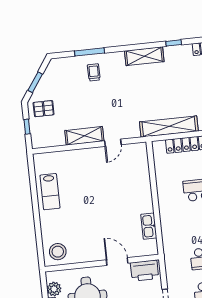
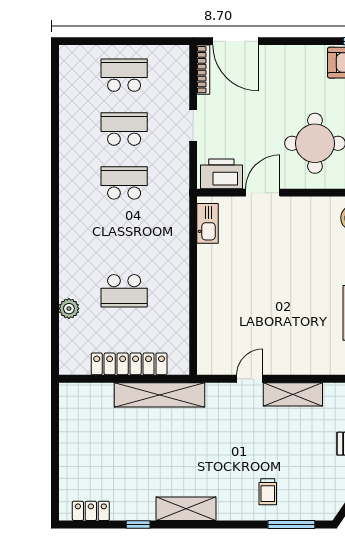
window: (89, 52) -> (291, 524), moved
kitchen sink: (149, 226) -> (207, 223), moved
door: (117, 261) -> (263, 193), swing flipped

